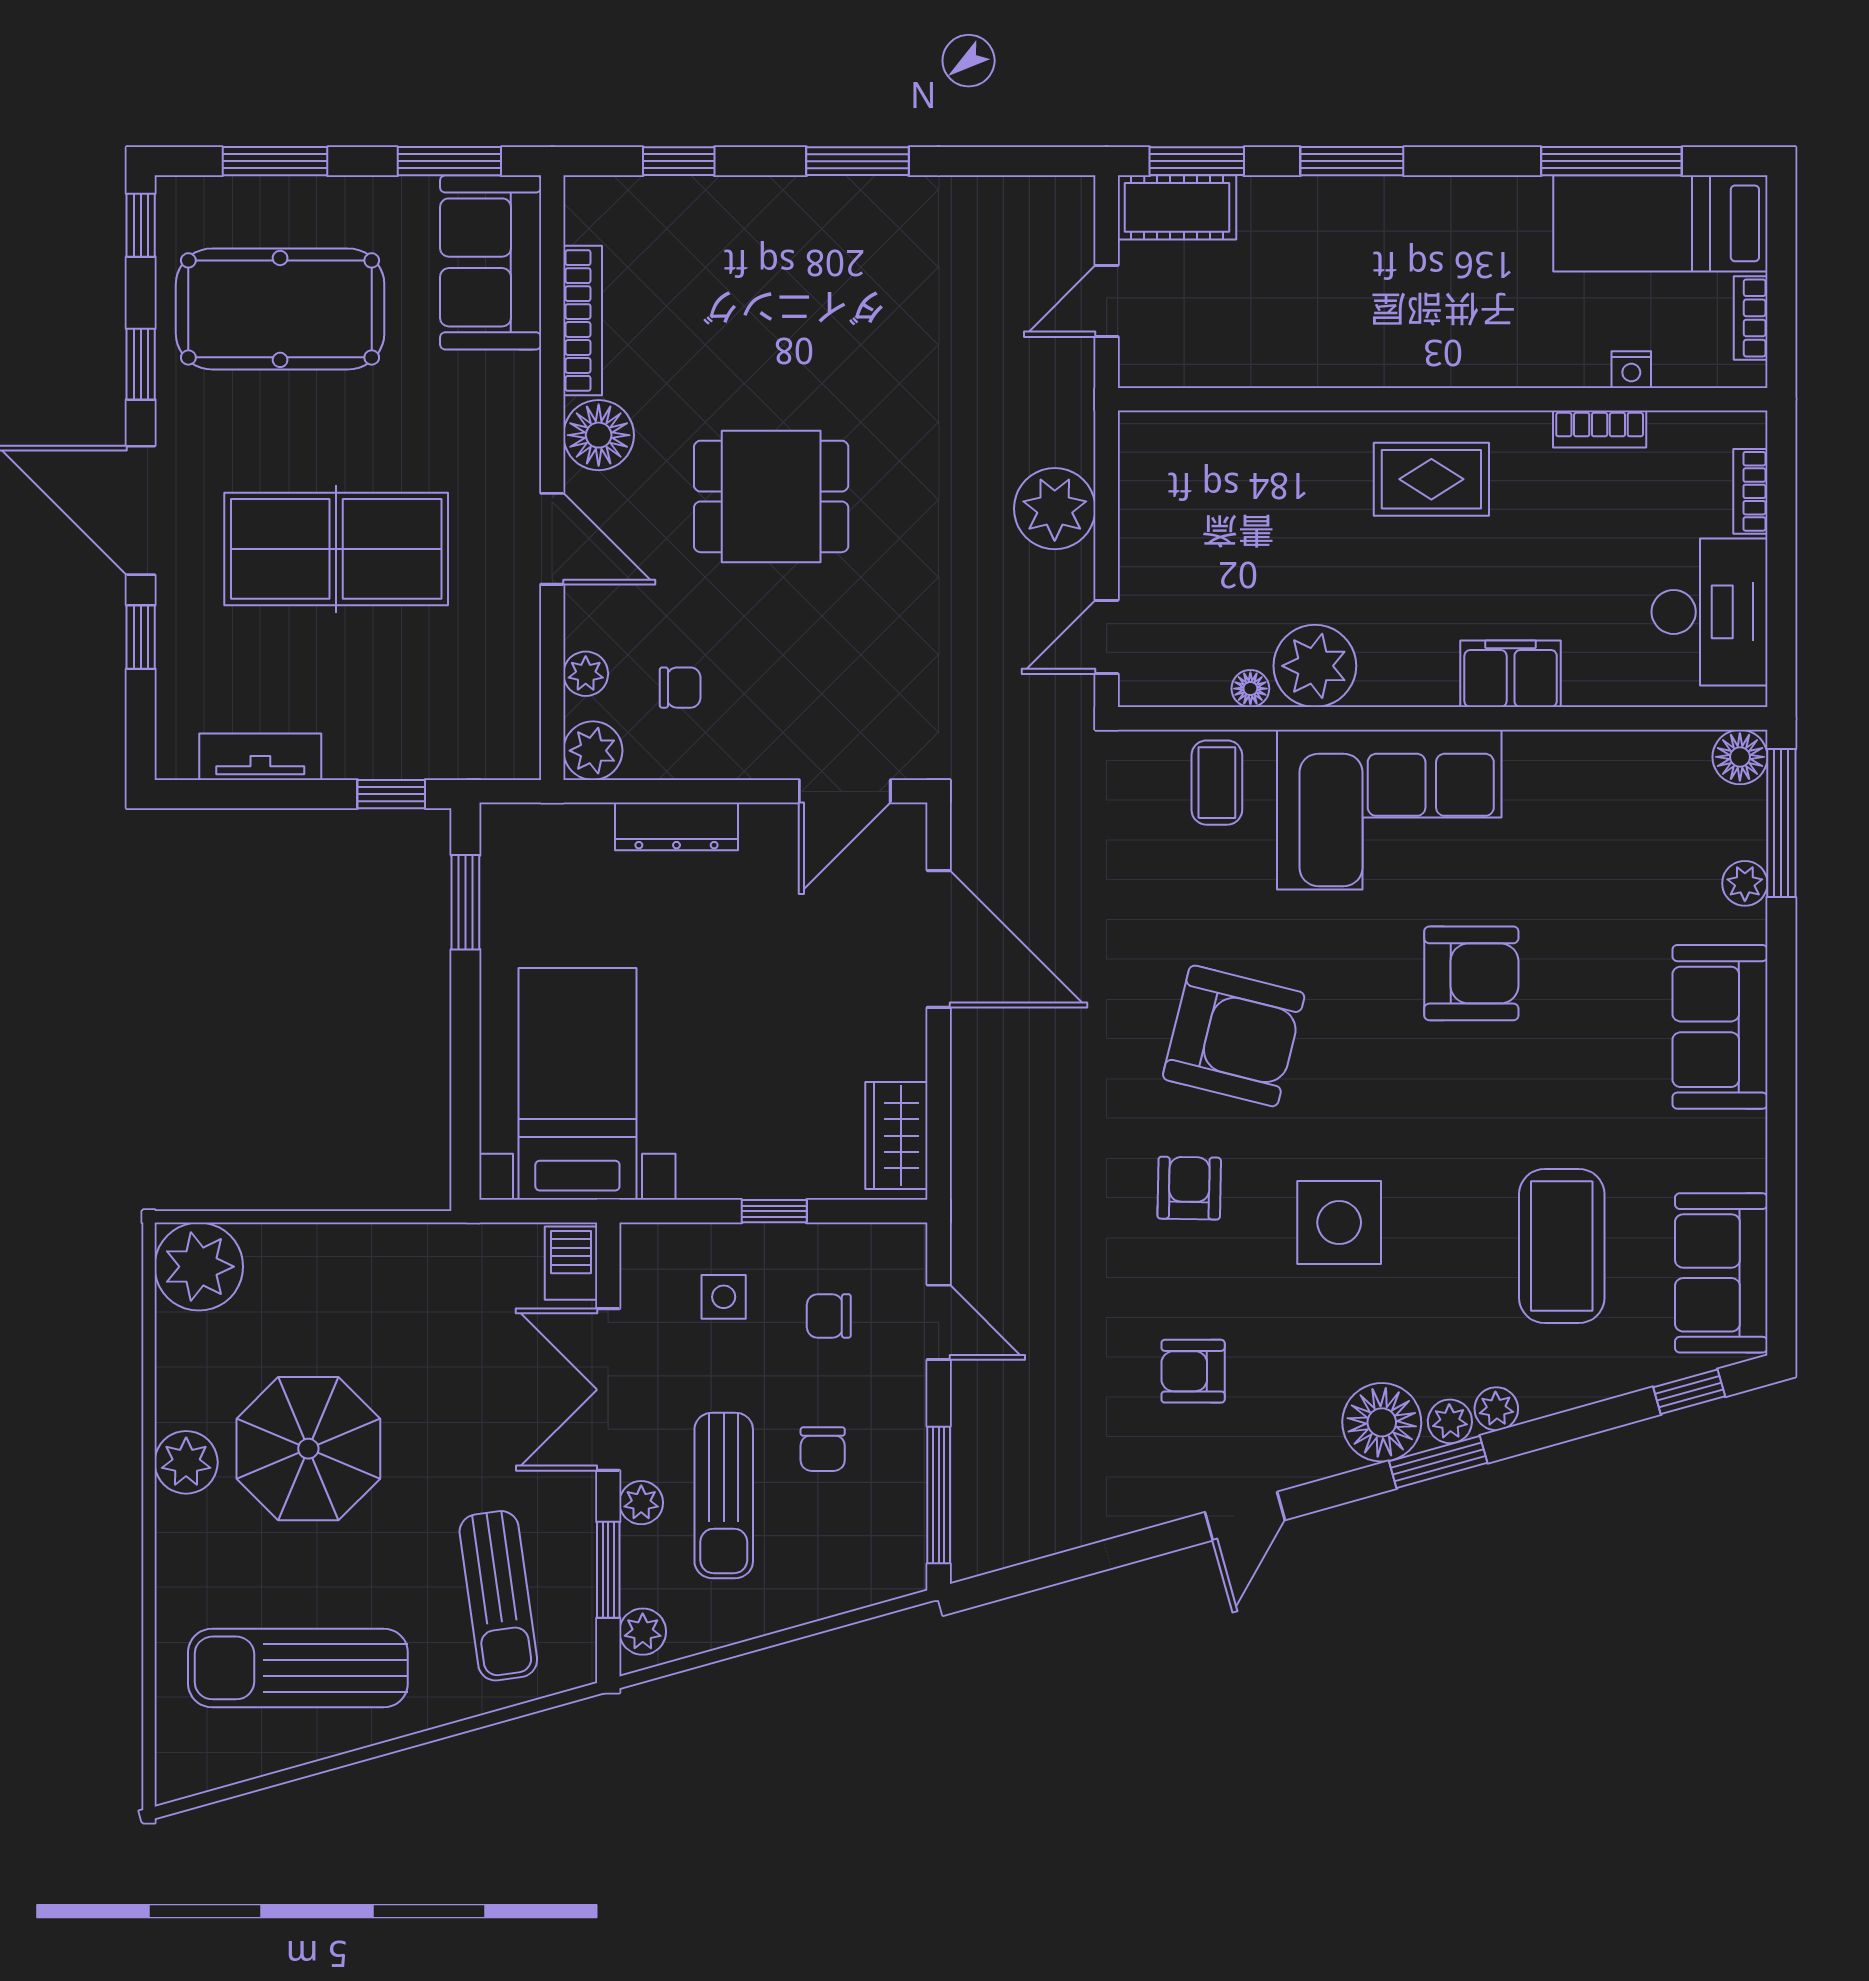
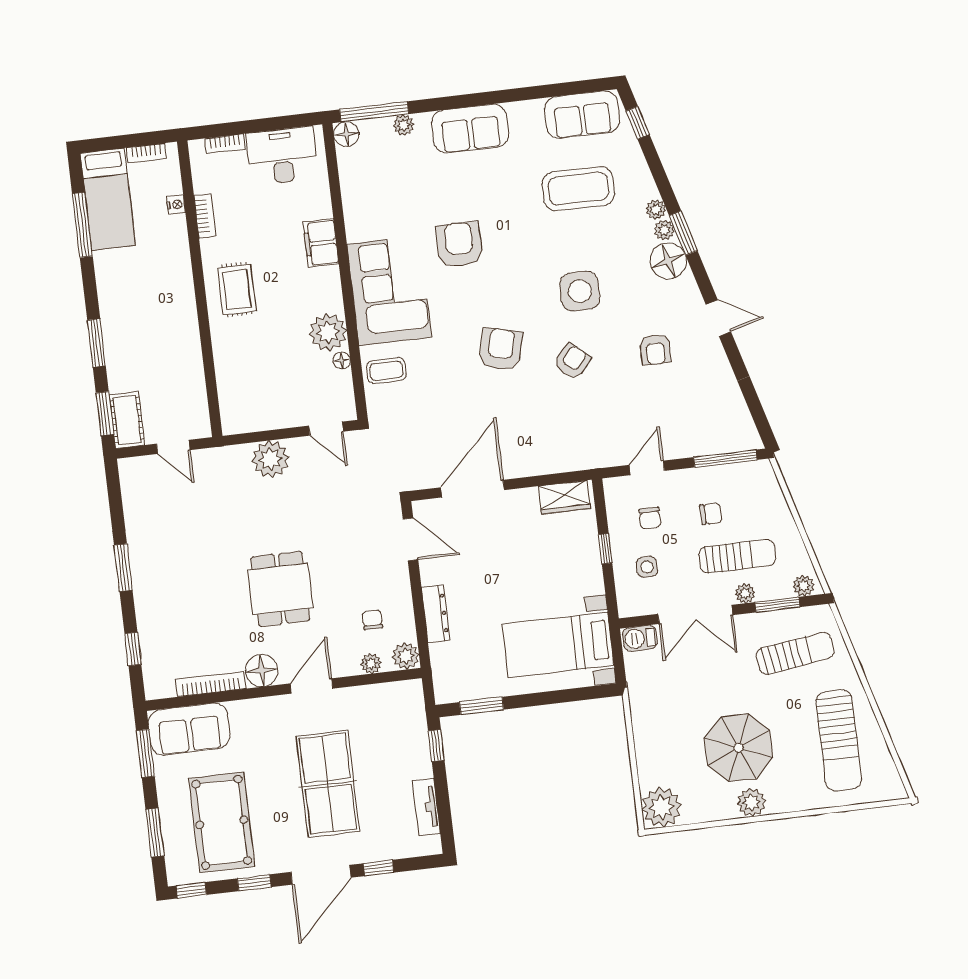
armchair: (1234, 1036) -> (501, 349), width x0.73, depth x0.73
armchair: (1189, 1188) -> (572, 361), turned 130

